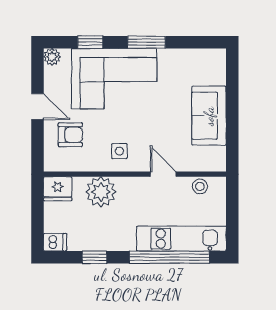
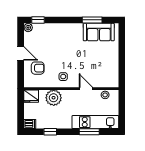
window: (90, 42) -> (38, 20), moved
window: (146, 42) -> (92, 20), moved
corner sofa: (114, 79) -> (60, 39), removed
sofa: (209, 116) -> (99, 32), moved, turned -90
window: (169, 257) -> (89, 132), width x0.47

